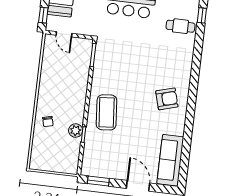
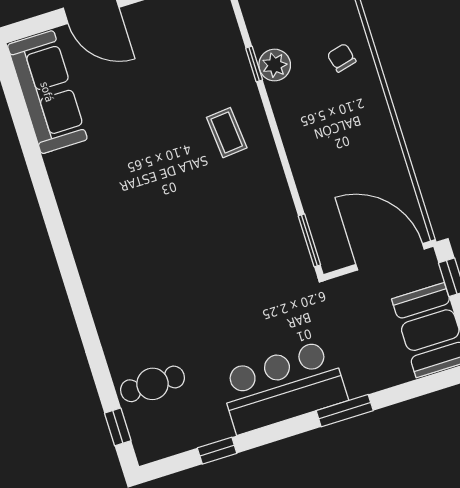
door: (64, 34) -> (390, 257), width x1.87
armchair: (167, 99) -> (113, 218), removed
coffee table: (107, 112) -> (227, 133), width x0.54, depth x0.58

